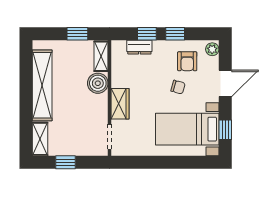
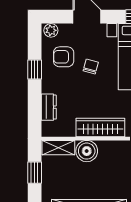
window: (147, 34) -> (35, 99), removed
armchair: (187, 61) -> (64, 57), turned 180
wardrobe: (120, 104) -> (100, 128), width x1.50

